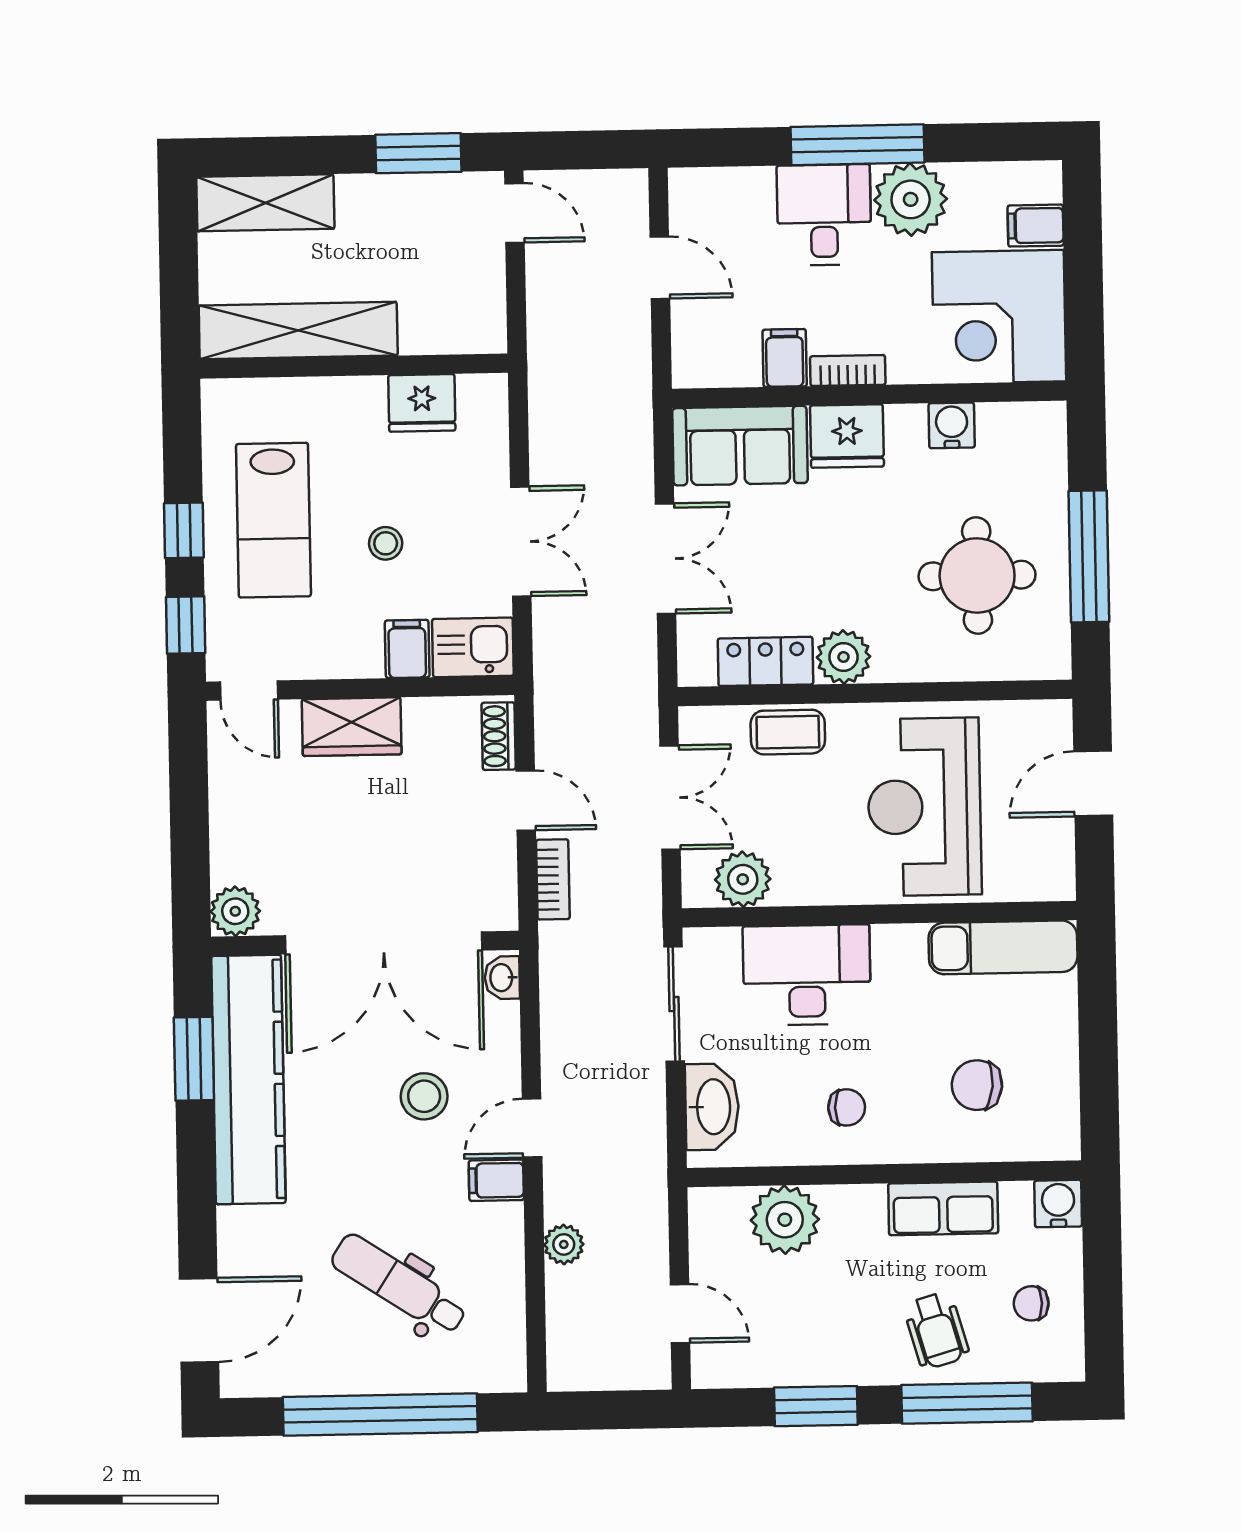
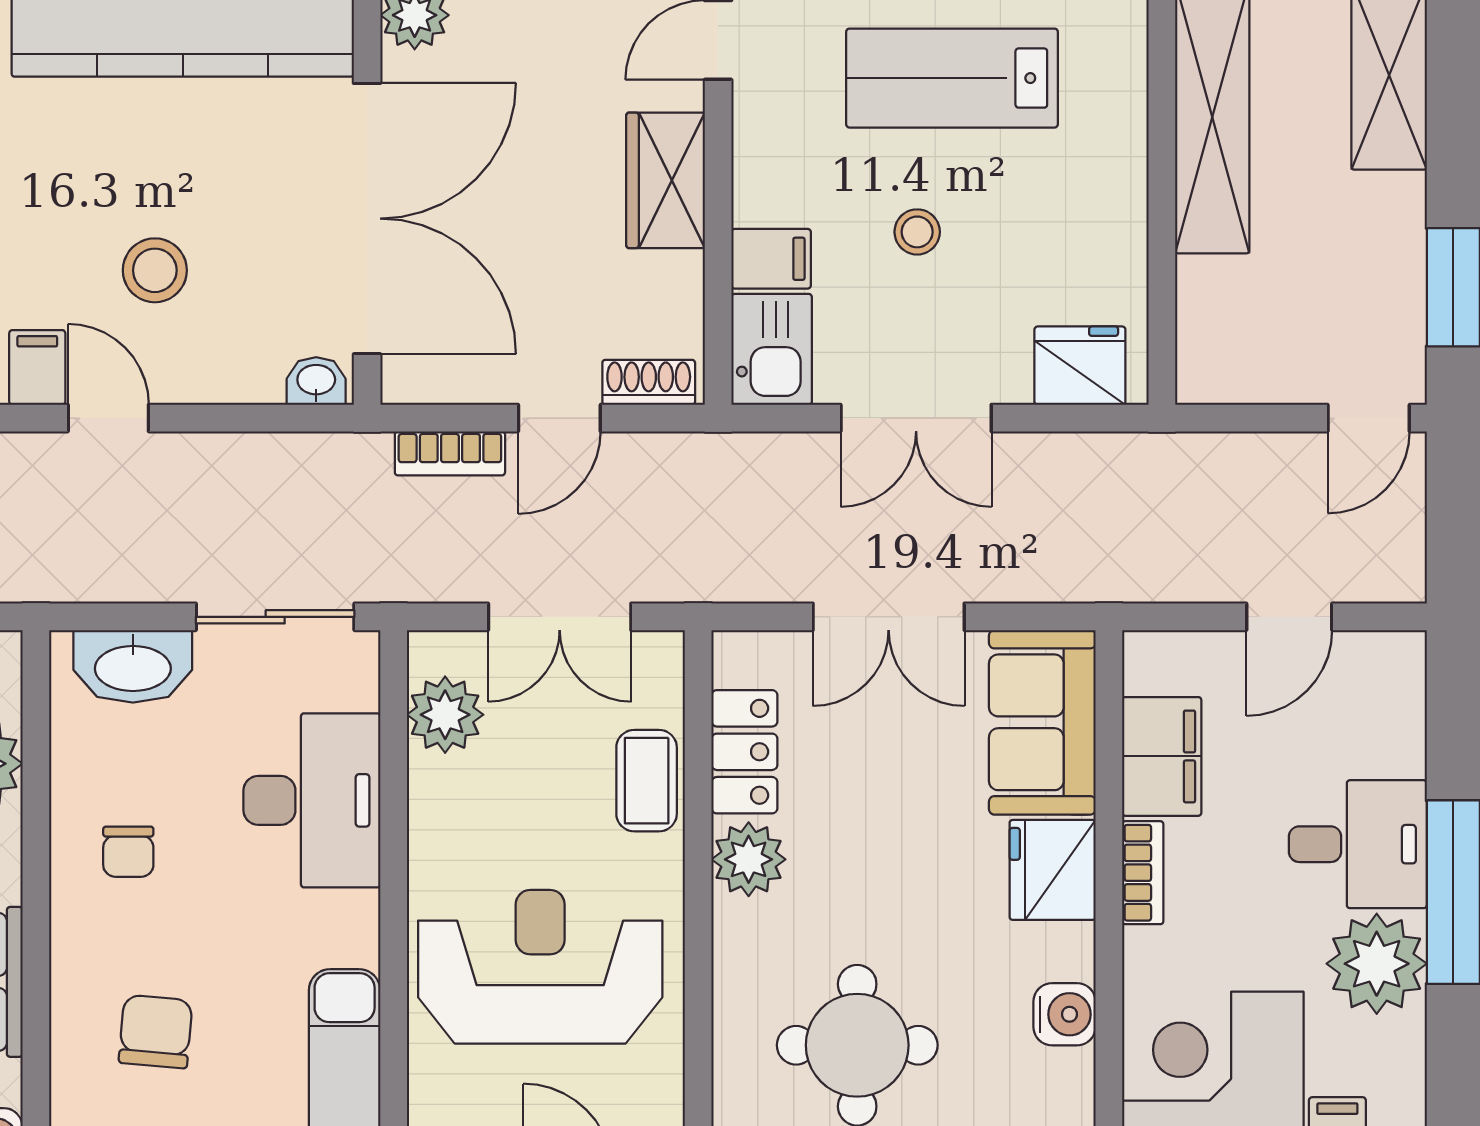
filing cabinet: (785, 358) -> (1162, 756), width x2.00
fridge: (422, 403) -> (1080, 366), moved, turned 90
double door: (384, 943) -> (367, 219), swing flipped

